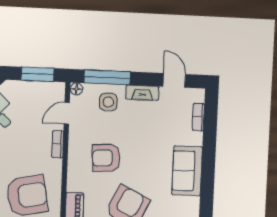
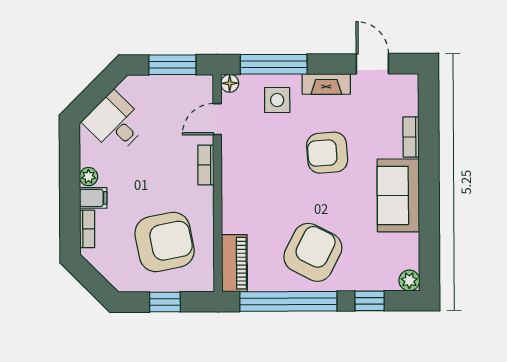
bookcase: (198, 117) -> (411, 137), moved
armchair: (106, 158) -> (327, 153), moved

